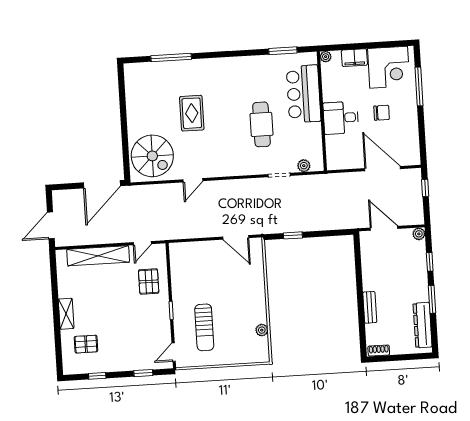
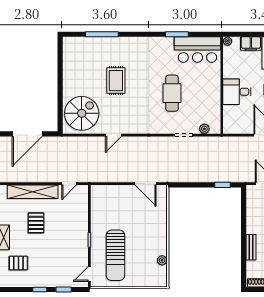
window: (283, 51) -> (177, 34), moved
bar counter: (304, 94) -> (197, 49), moved, turned -90
spiral stairs: (152, 156) -> (82, 113), turned -90
door: (102, 184) -> (27, 134), moved
window: (293, 235) -> (222, 185), moved
pallet: (149, 281) -> (36, 223), moved
sun lounger: (204, 327) -> (115, 255), width x1.36, depth x1.34
window: (97, 376) -> (40, 289), moved

